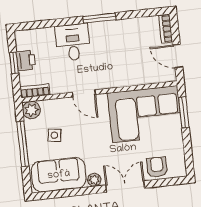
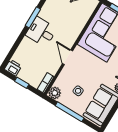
desk: (73, 42) -> (41, 32), moved
printer: (26, 60) -> (13, 68), moved
door: (84, 93) -> (68, 57), swing flipped

